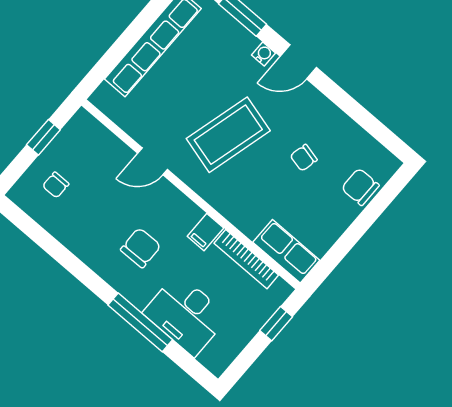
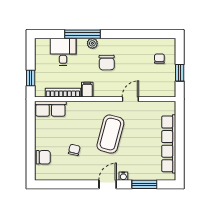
plant: (137, 296) -> (92, 43), added
desk: (186, 315) -> (63, 52), width x0.73

